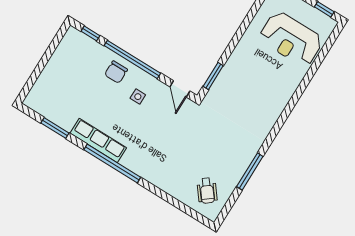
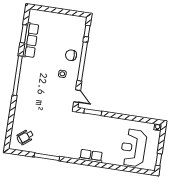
door: (180, 89) -> (77, 96), swing flipped
row of seats: (276, 106) -> (91, 156), added
row of seats: (98, 140) -> (31, 40), moved

